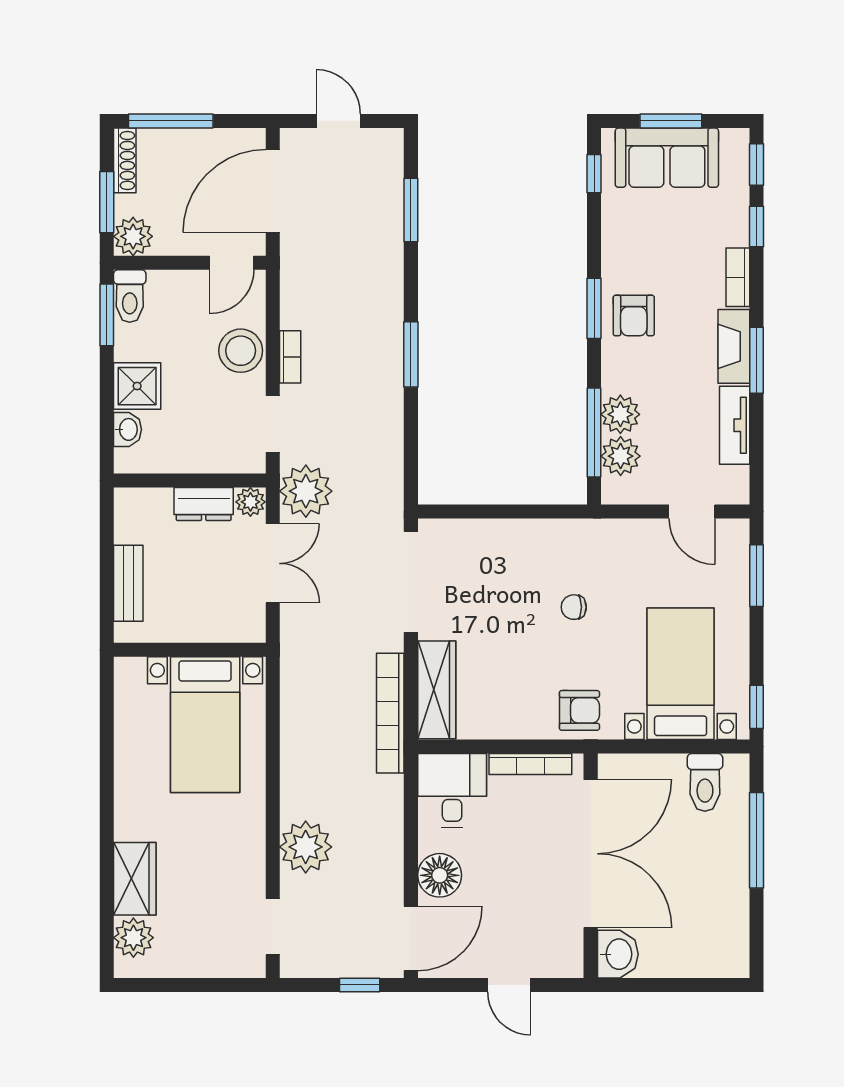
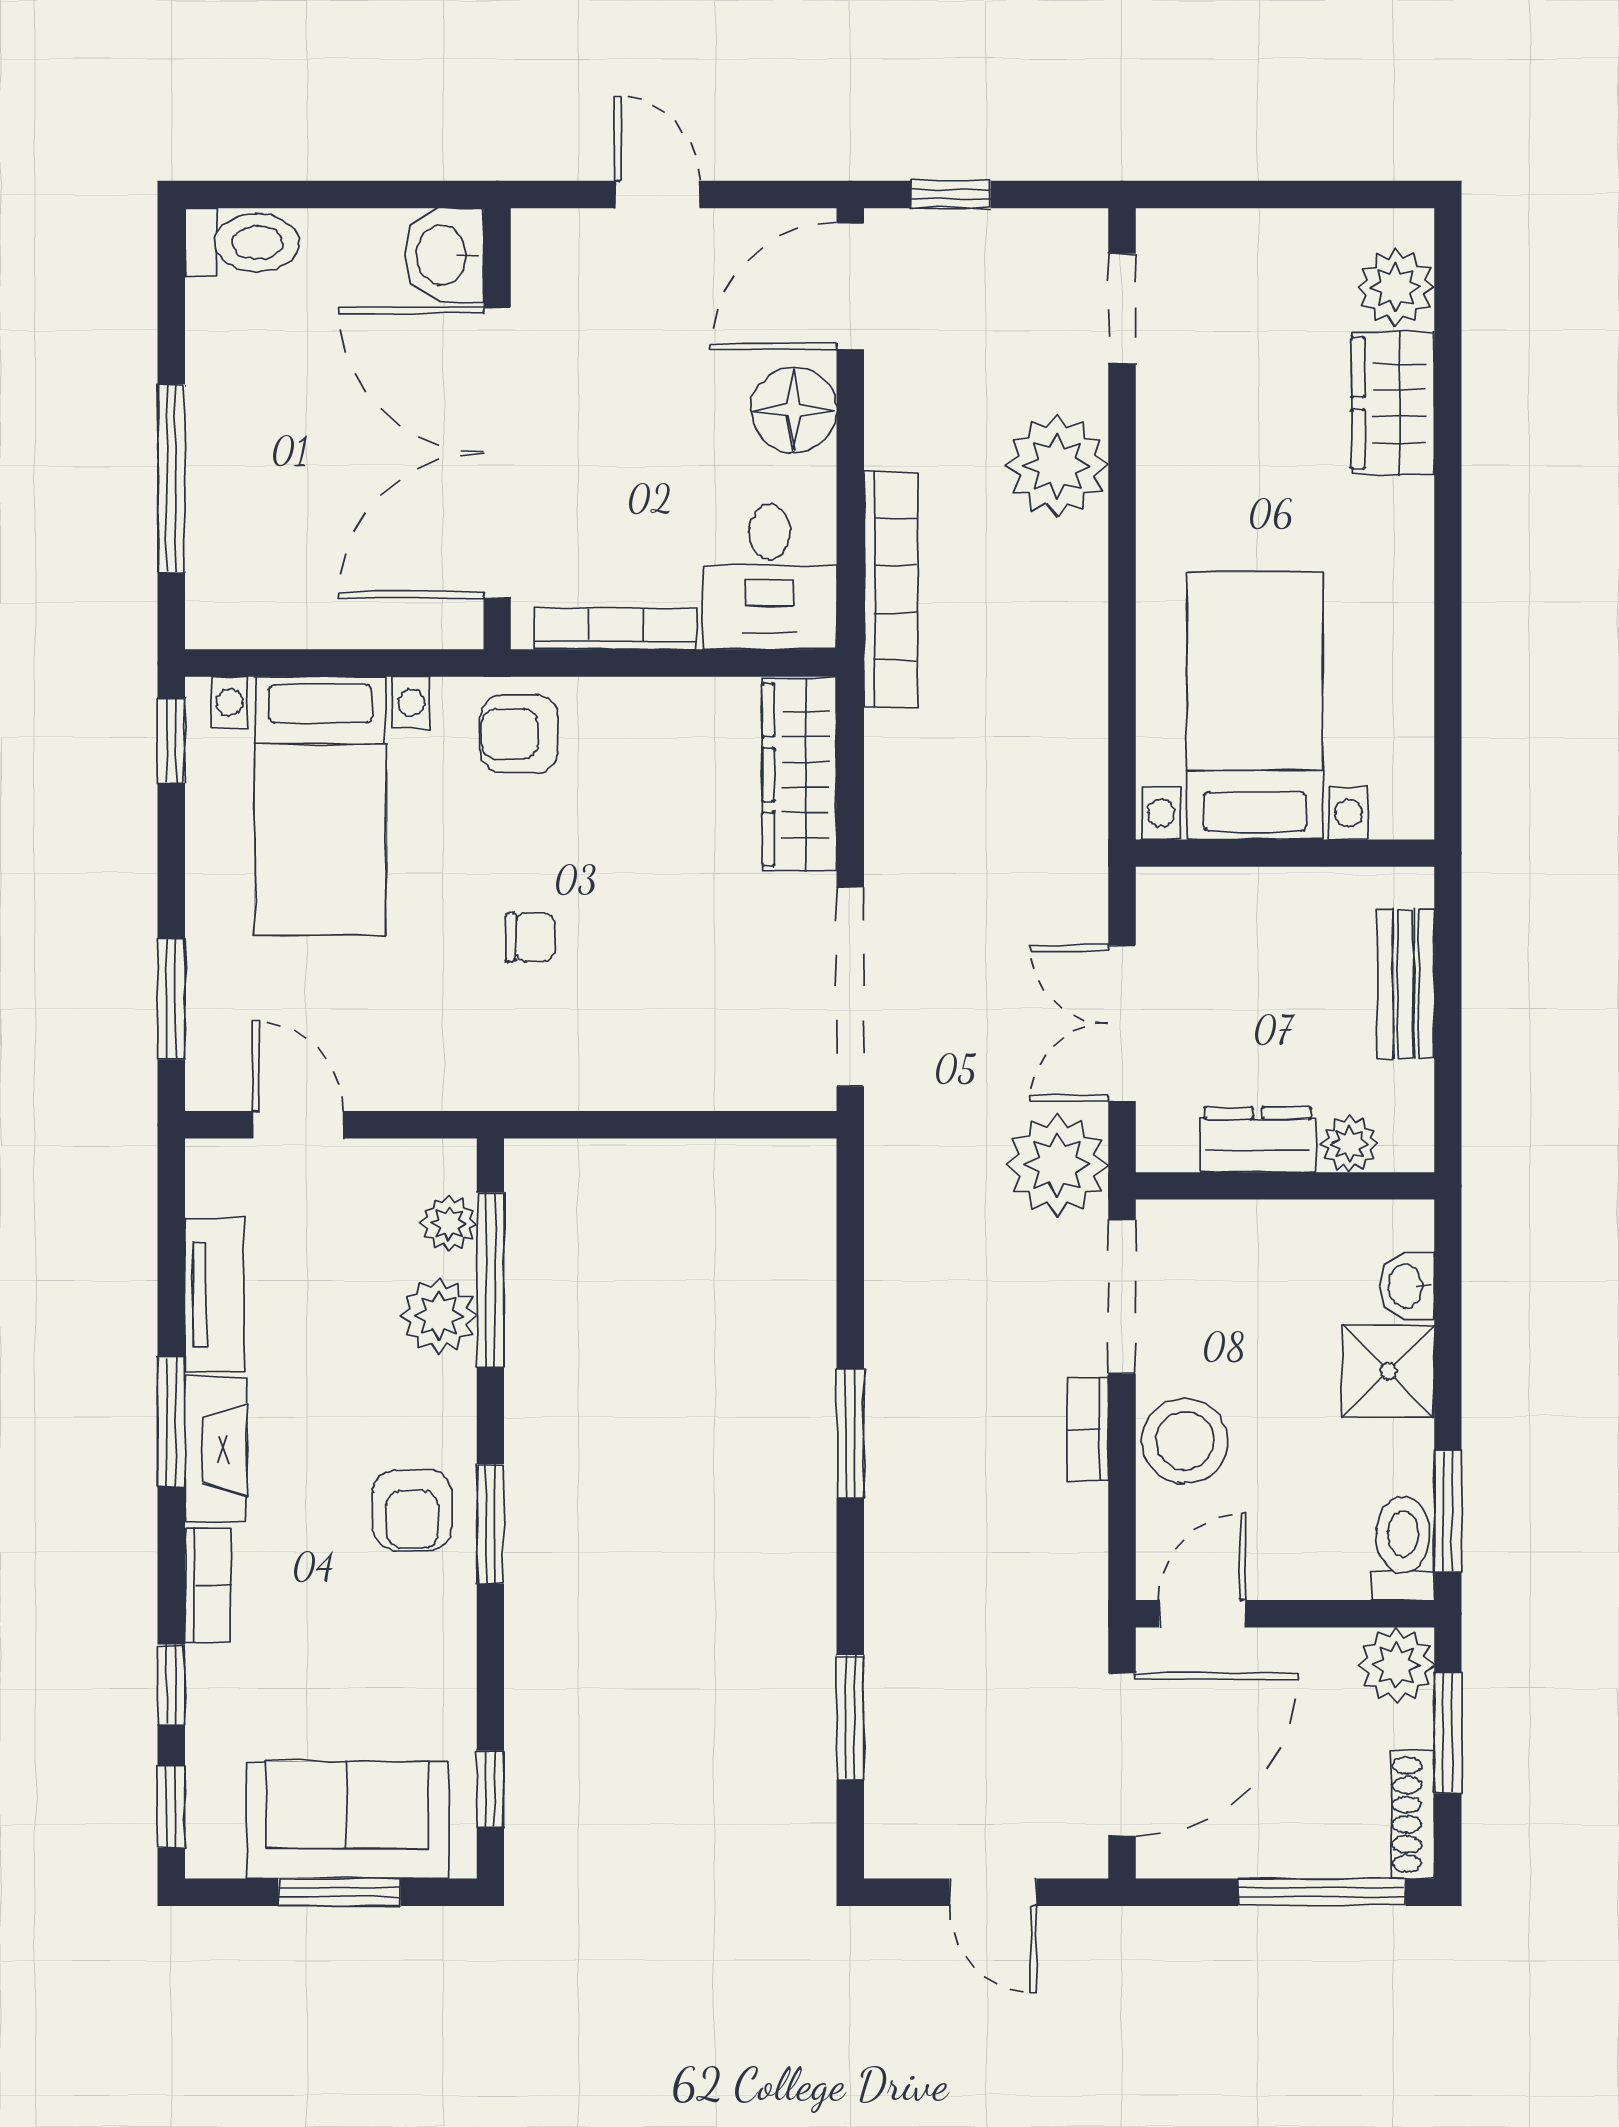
armchair: (634, 316) -> (412, 1510), turned 180
doorway: (273, 424) -> (1122, 1297), width x1.38
plant: (621, 456) -> (449, 1223), width x0.73, depth x0.73
plant: (250, 502) -> (1350, 1144), moved
bookcase: (390, 713) -> (891, 589), moved
toilet: (705, 782) -> (242, 243), moved, turned 90

